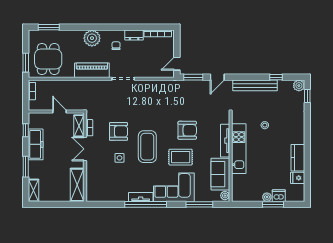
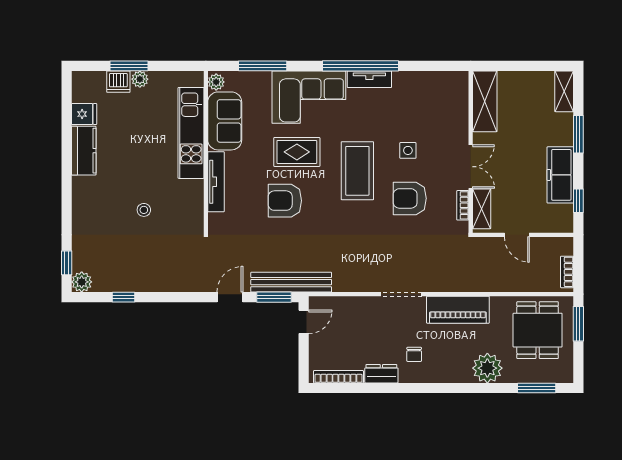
plant: (92, 38) -> (487, 368), moved
bench: (255, 85) -> (291, 282), moved
kitchen unit: (239, 149) -> (191, 133), moved

